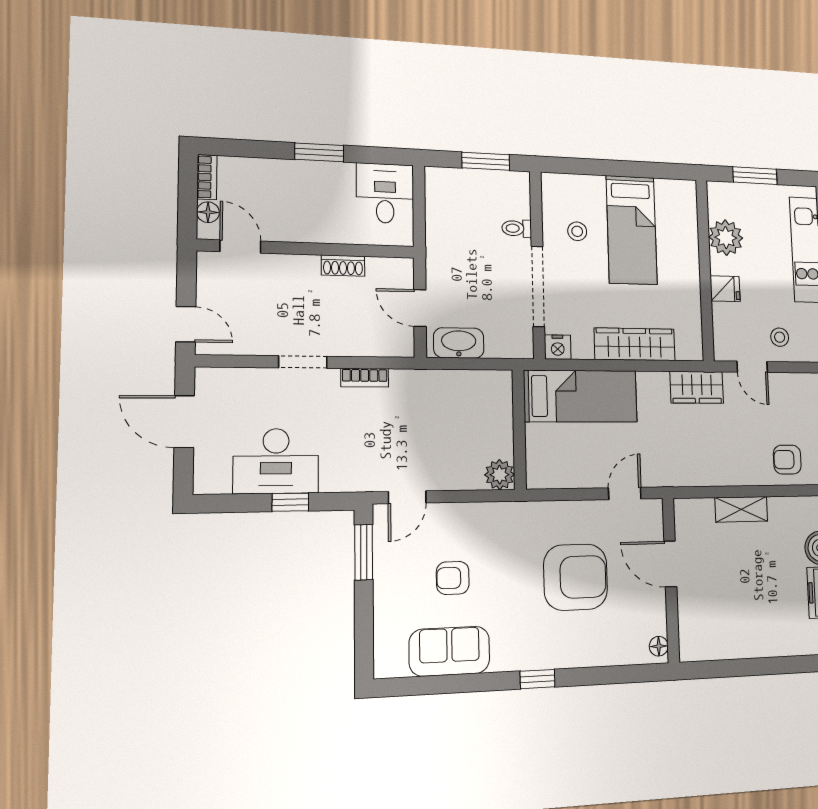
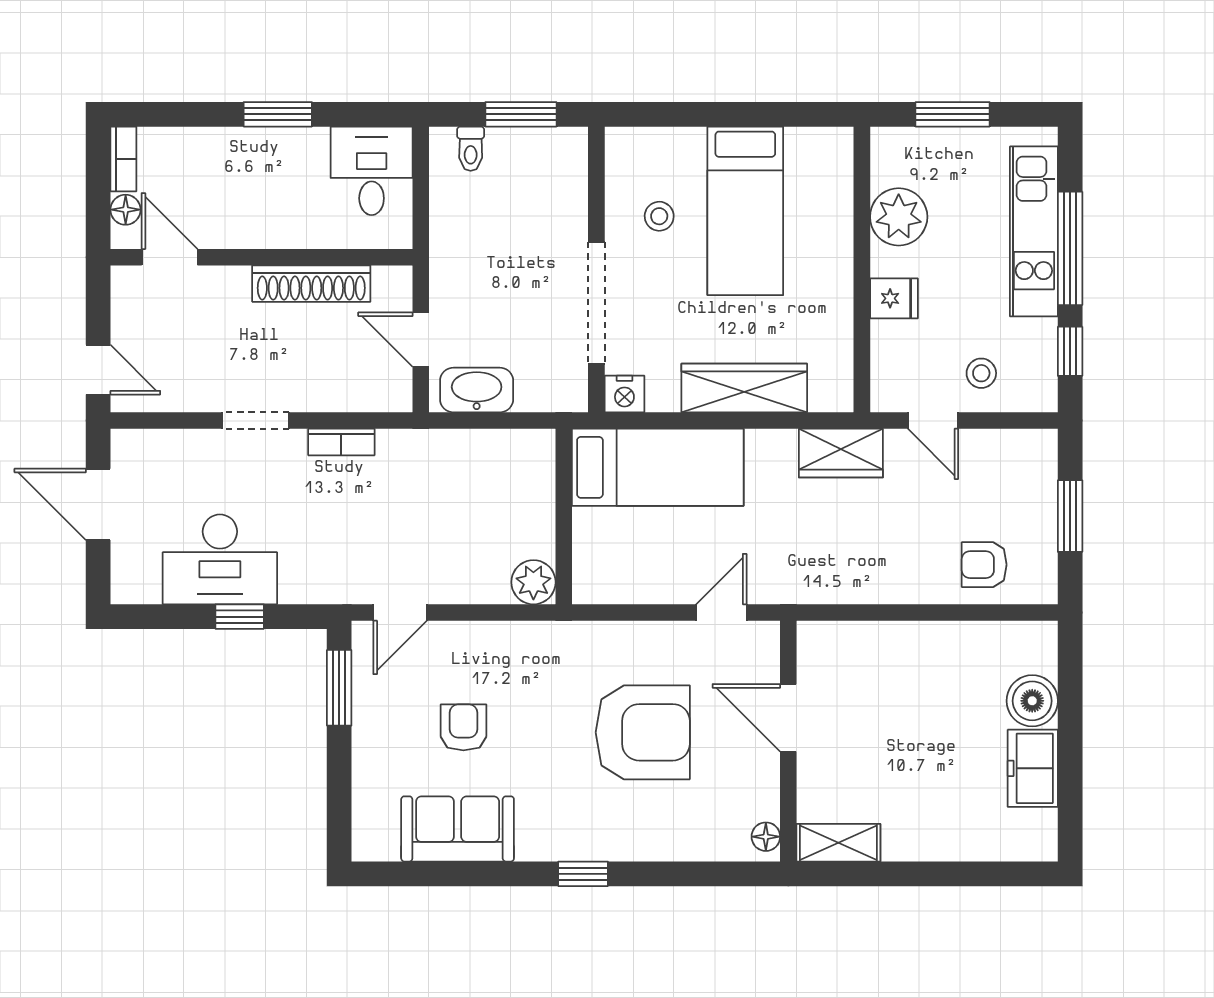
toilet: (517, 228) -> (471, 149), moved, turned -90
shoe rack: (343, 266) -> (311, 284), width x1.94, depth x1.24
shelving: (741, 509) -> (838, 843), moved
armchair: (453, 578) -> (463, 727), turned 90

